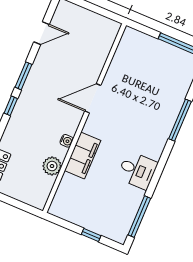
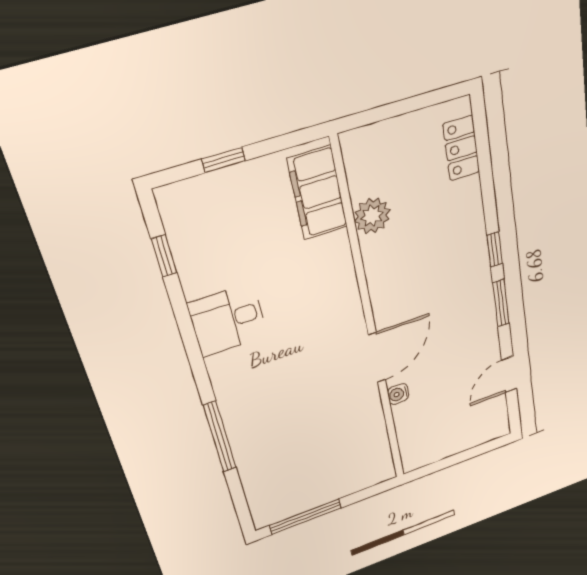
water cooler: (67, 141) -> (398, 394), moved
filing cabinet: (83, 156) -> (318, 193), moved
window: (139, 217) -> (164, 256), width x0.46

